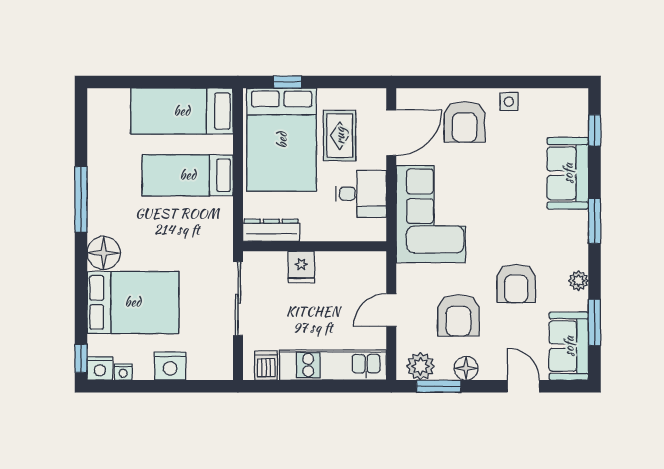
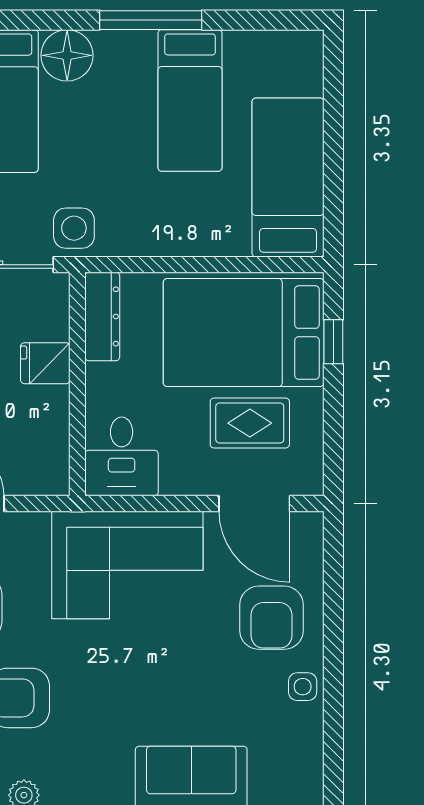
armchair: (465, 122) -> (271, 618), turned -90
bed: (188, 175) -> (190, 100), moved, turned 180
desk: (361, 194) -> (122, 456), moved
side table: (215, 249) -> (74, 228), added

